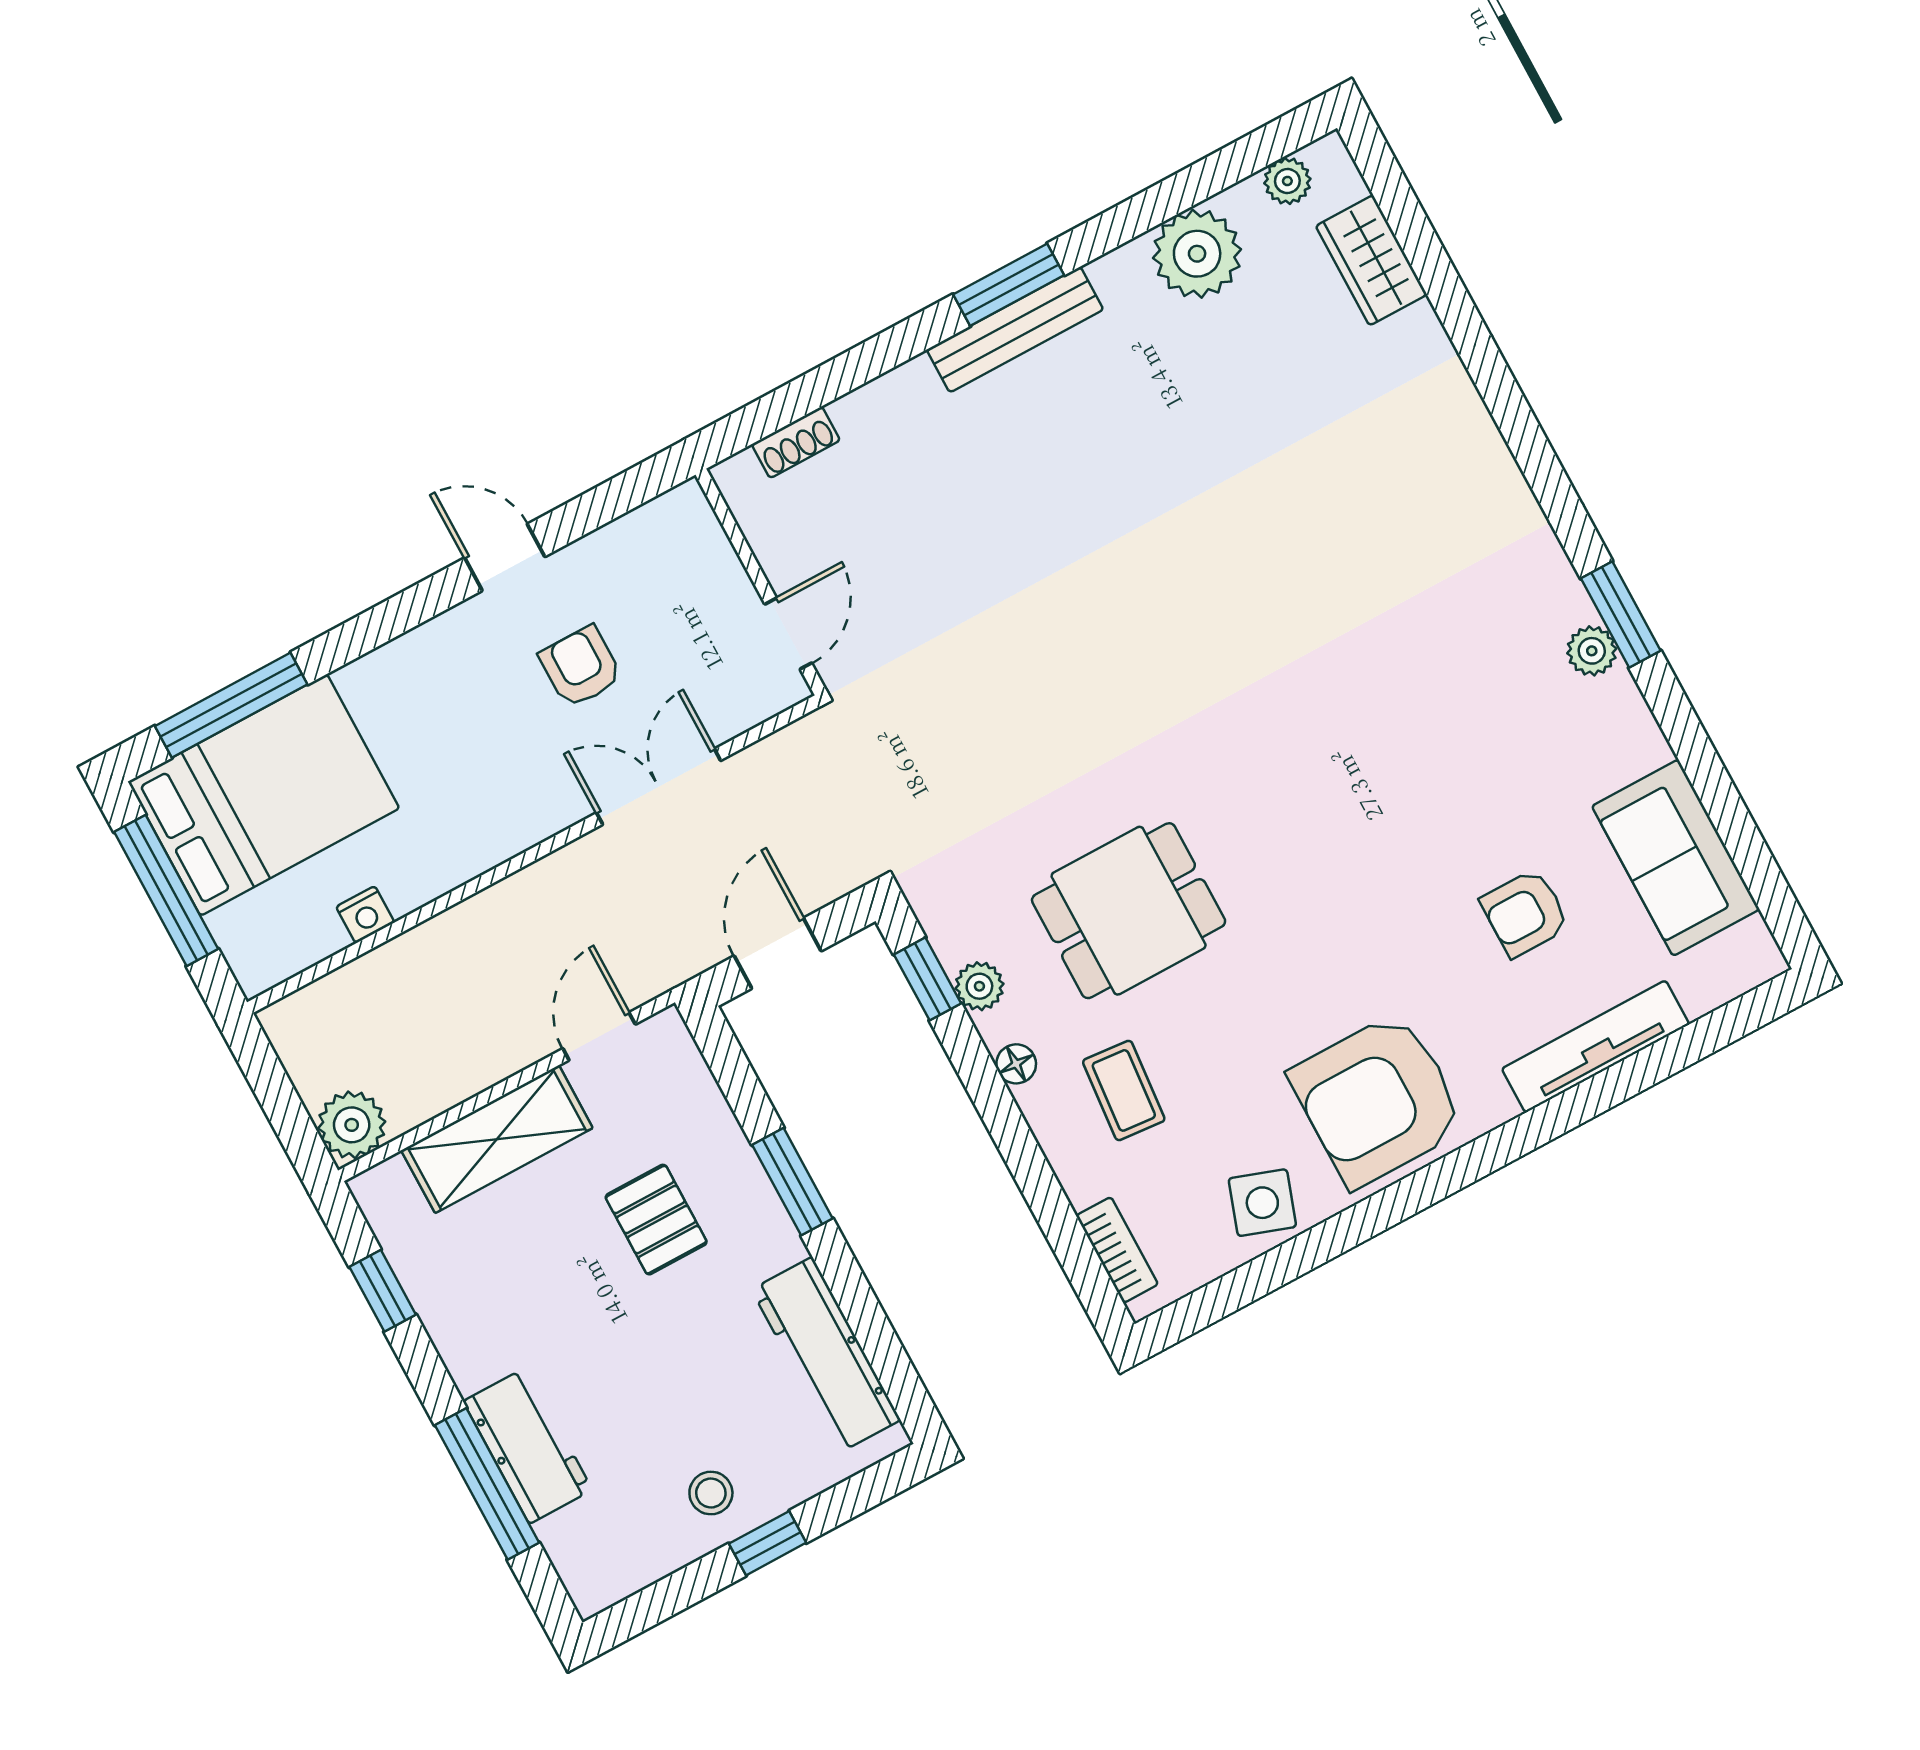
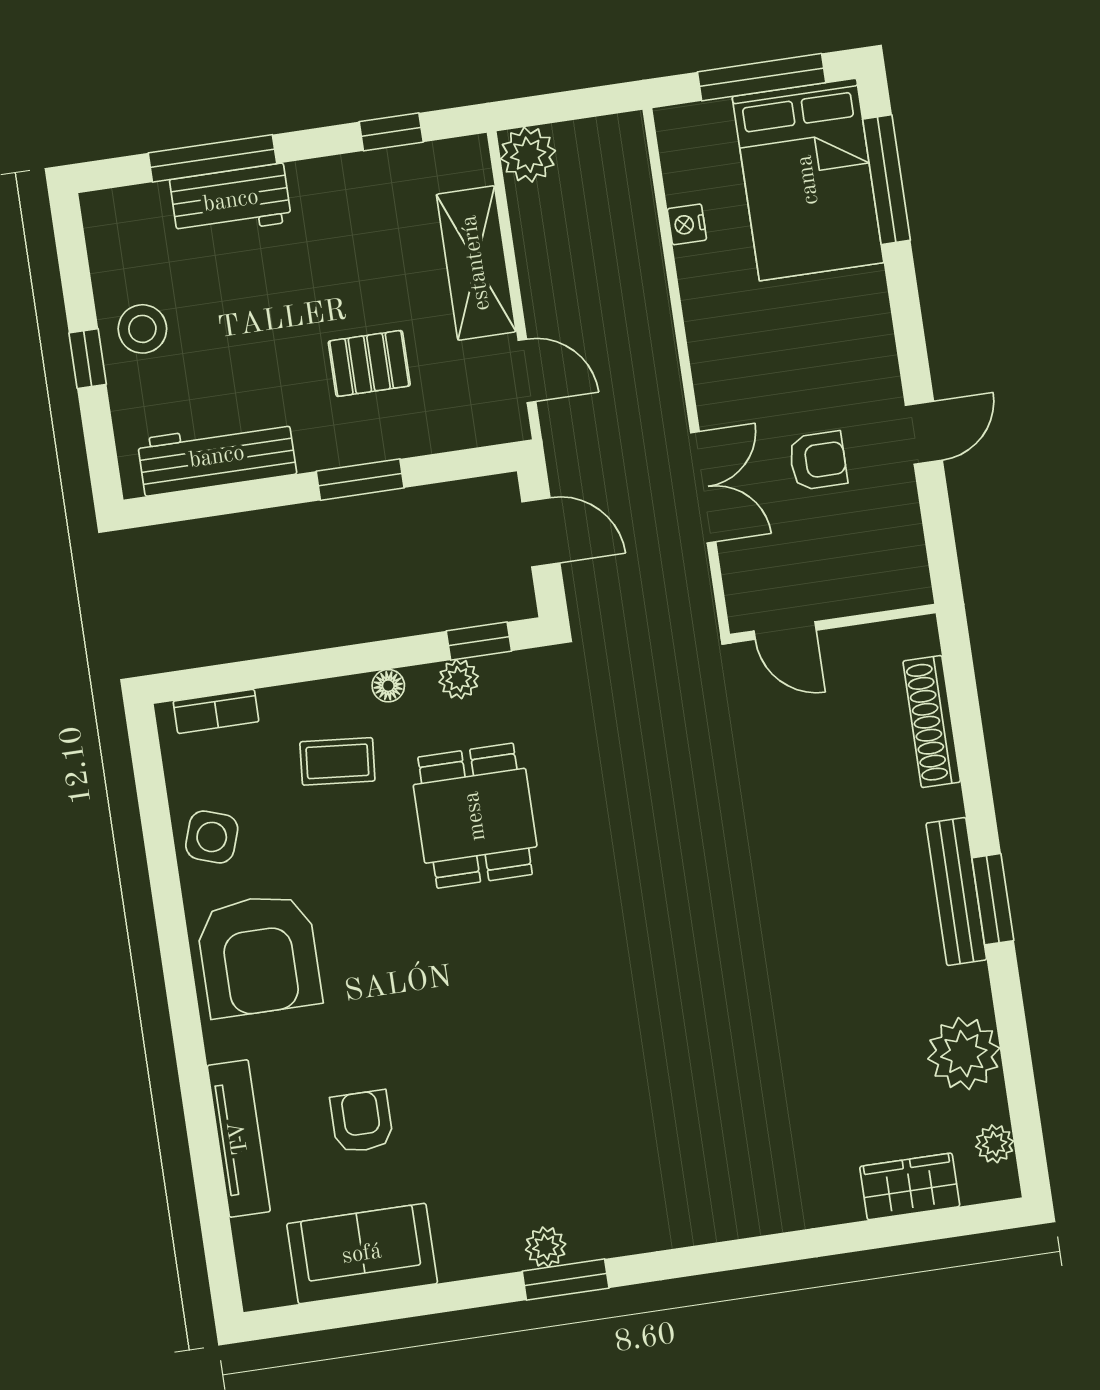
shoe rack: (796, 442) -> (932, 722), width x1.94, depth x1.24
armchair: (1378, 1100) -> (259, 955), turned 180
stool: (711, 1493) -> (142, 329), width x1.37, depth x1.37

